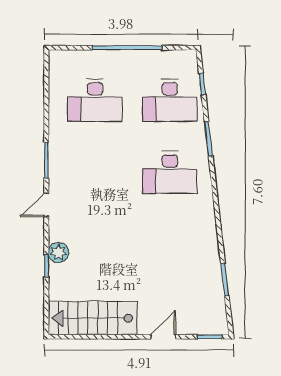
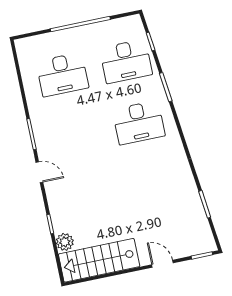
door: (46, 205) -> (39, 172), swing flipped
plant: (58, 253) -> (65, 242), moved
door: (163, 337) -> (162, 264), hinge flipped

